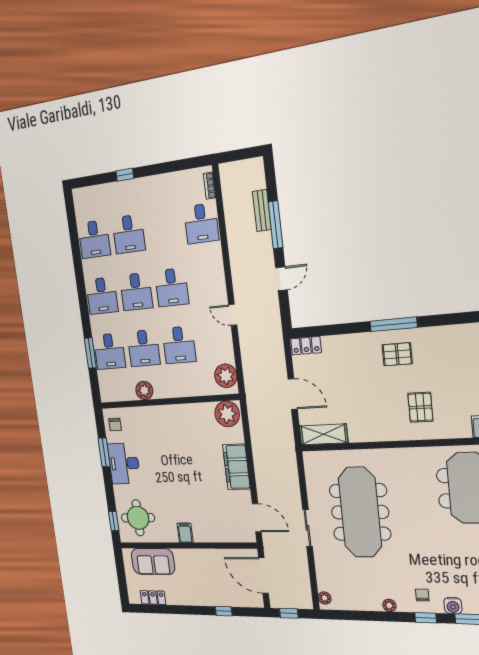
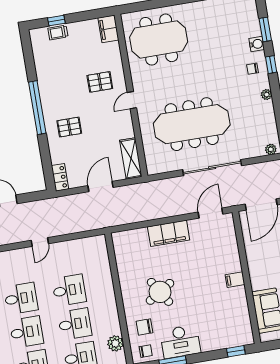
window: (394, 324) -> (37, 108), width x1.46
pallet: (397, 354) -> (69, 127), moved, turned 90
plant: (226, 376) -> (91, 246), removed
plant: (144, 390) -> (115, 343), moved
plant: (227, 414) -> (124, 244), removed
chair: (139, 426) -> (144, 327), added
door: (394, 444) -> (132, 100), added
round table: (138, 518) -> (160, 292), moved, turned -32
sliding door: (307, 528) -> (212, 168), width x1.86

